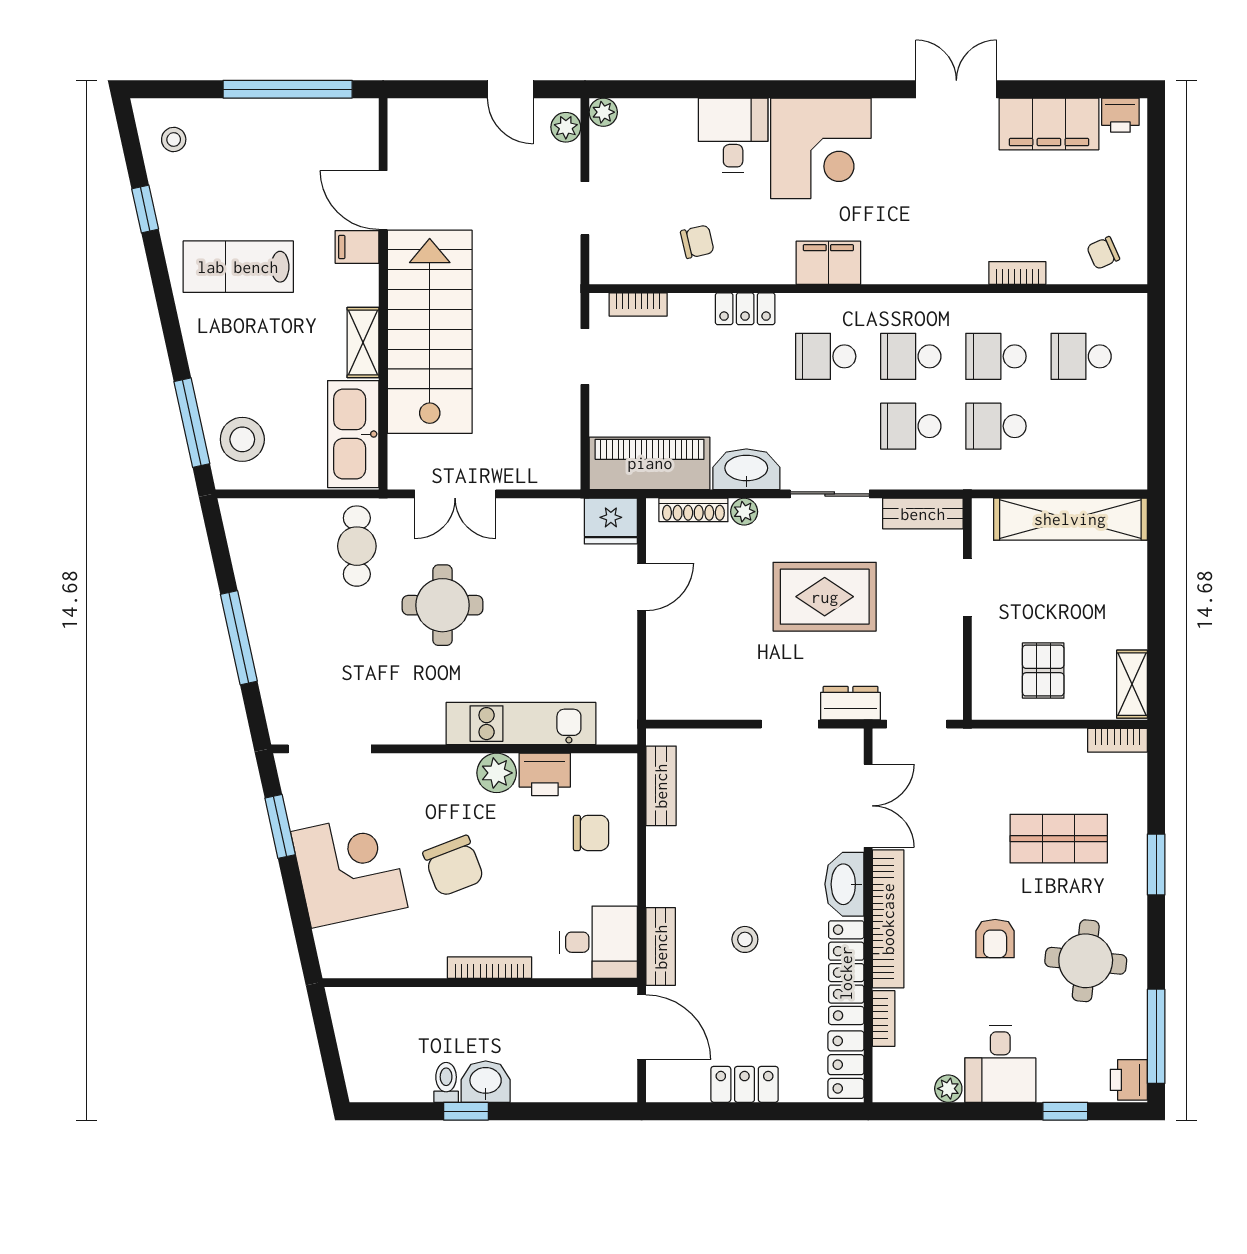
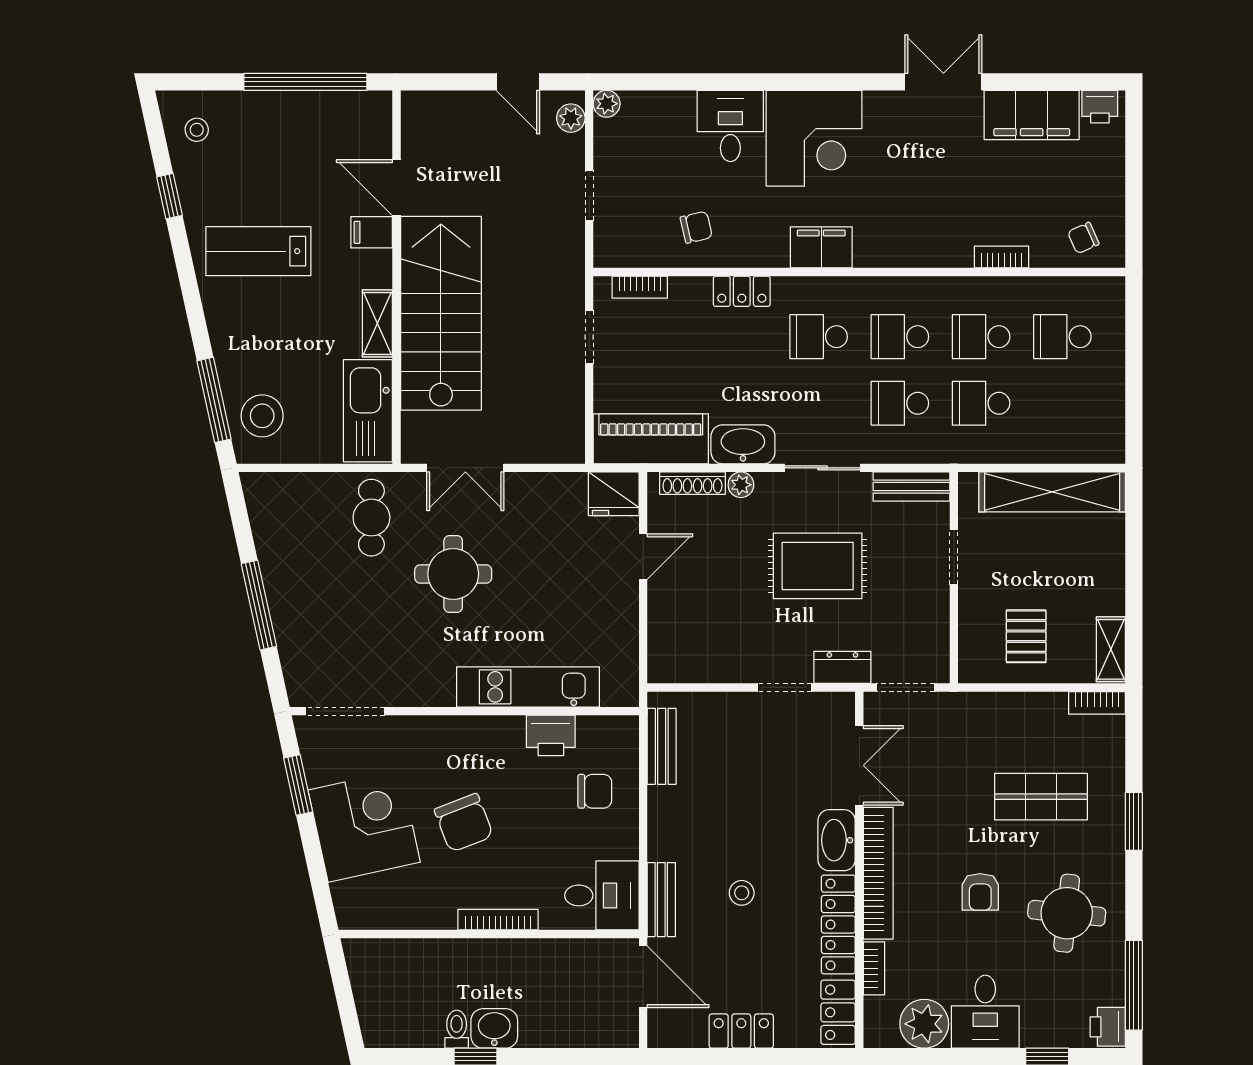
plant: (497, 773) -> (505, 734), removed
plant: (948, 1089) -> (924, 1024), width x1.88, depth x1.88

